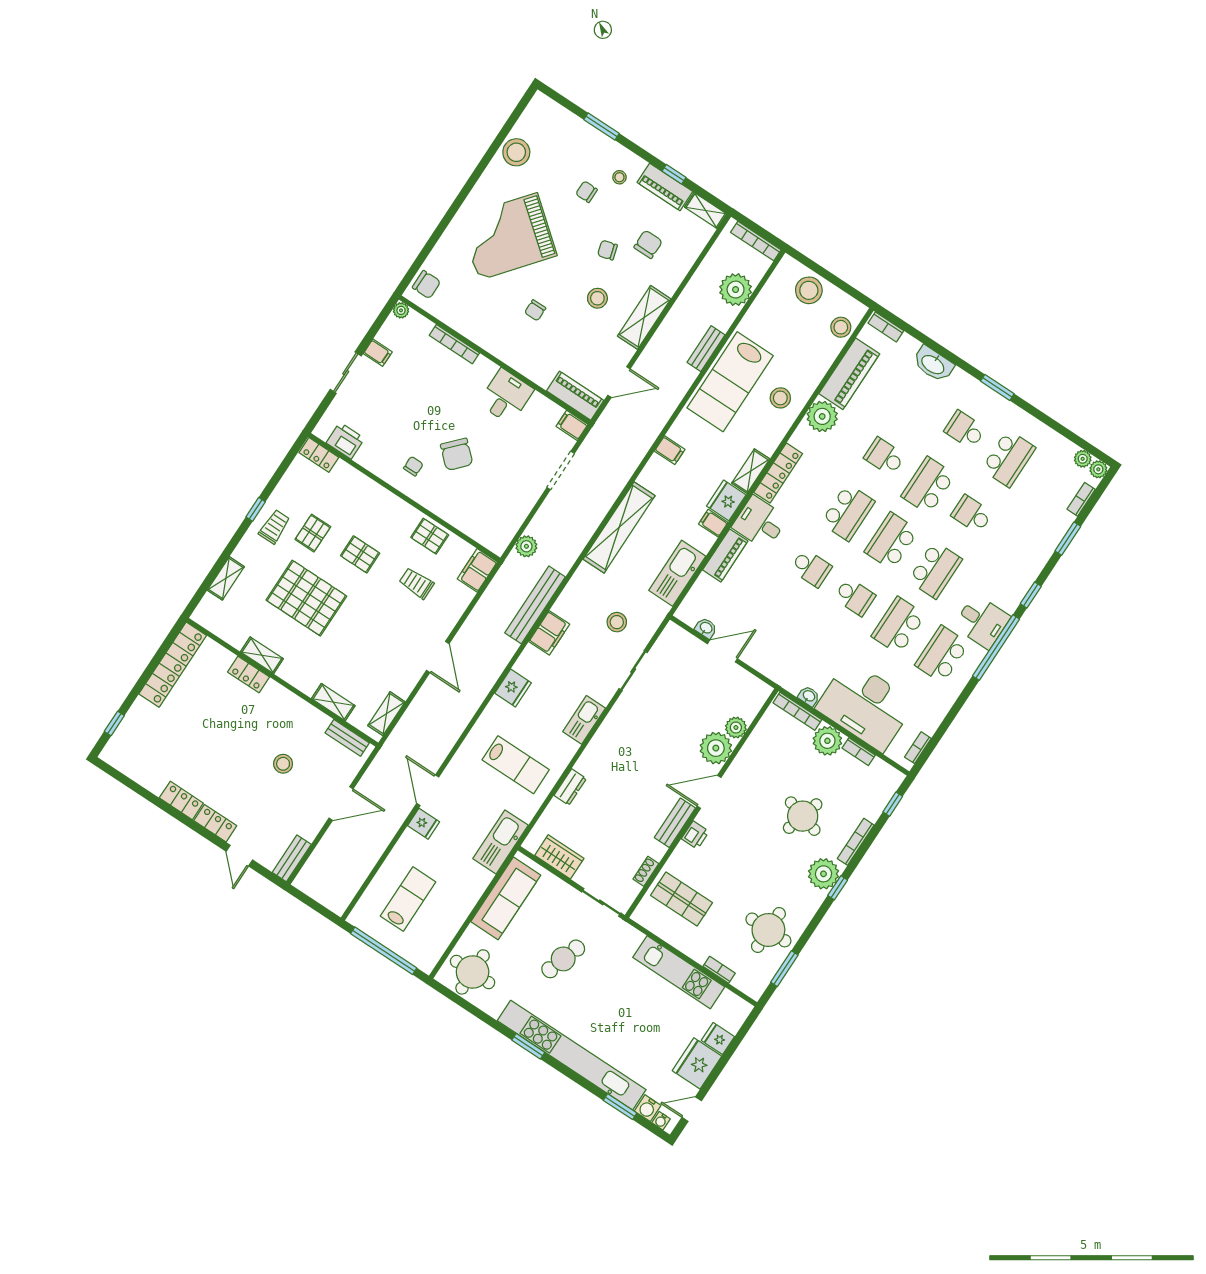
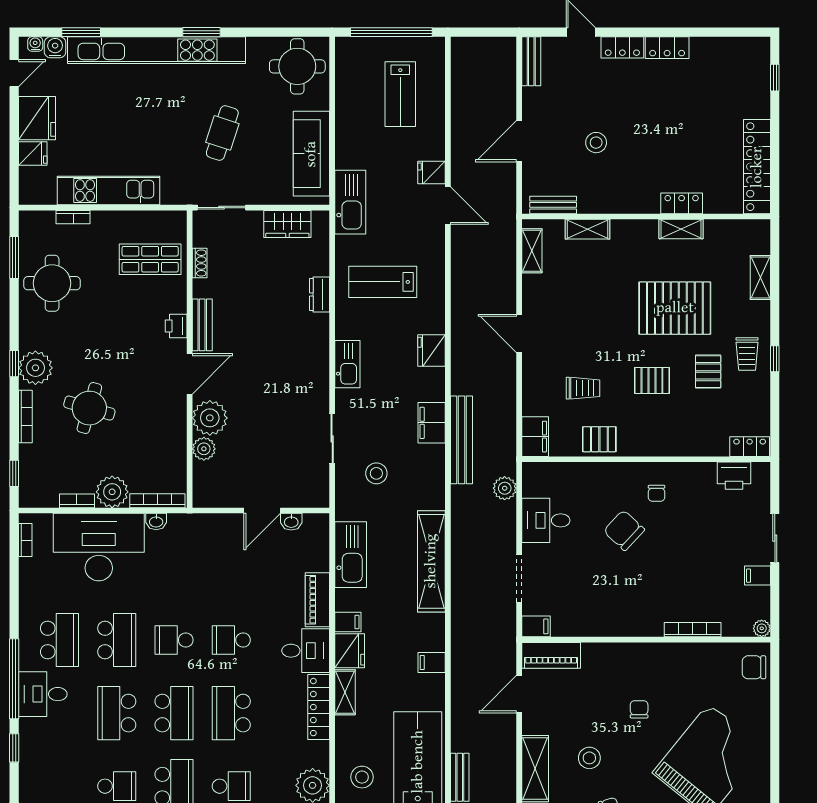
desk: (506, 396) -> (546, 520), moved, turned 90

